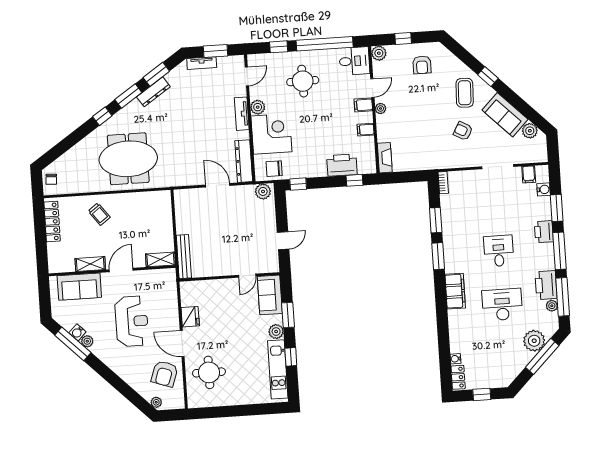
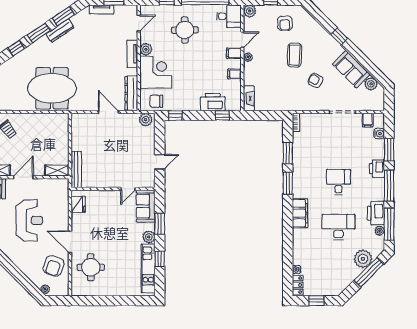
coffee table: (465, 93) -> (295, 55), moved
meeting table: (128, 159) -> (52, 88), moved
fridge: (190, 317) -> (78, 204), moved

